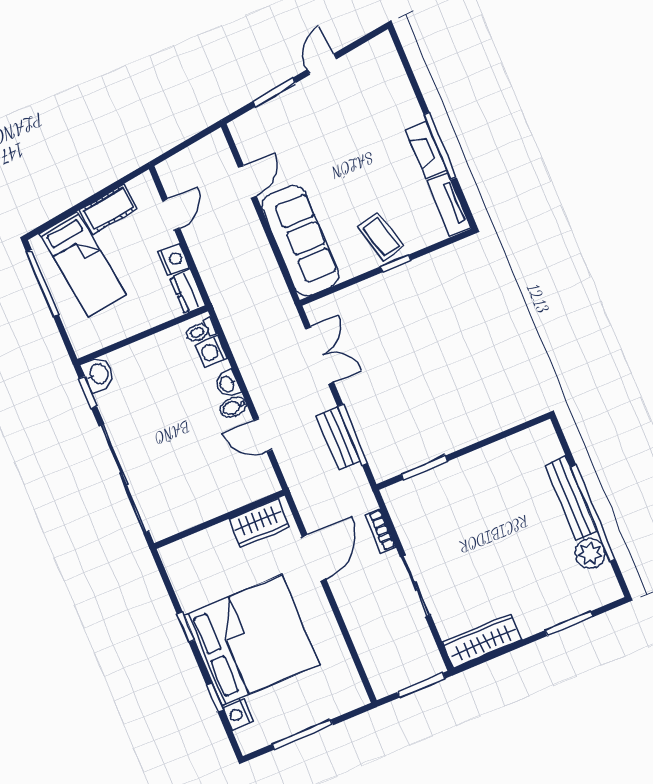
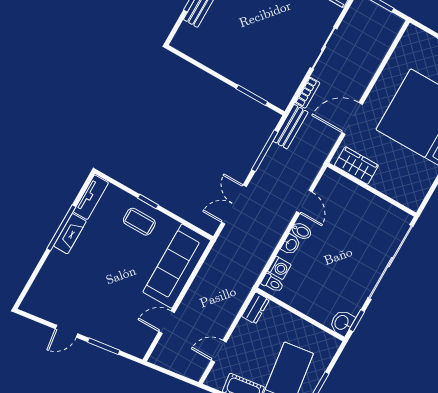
coffee table: (381, 237) -> (139, 222), turned -75
nightstand: (173, 259) -> (243, 330), removed
bench: (338, 438) -> (291, 127), moved

